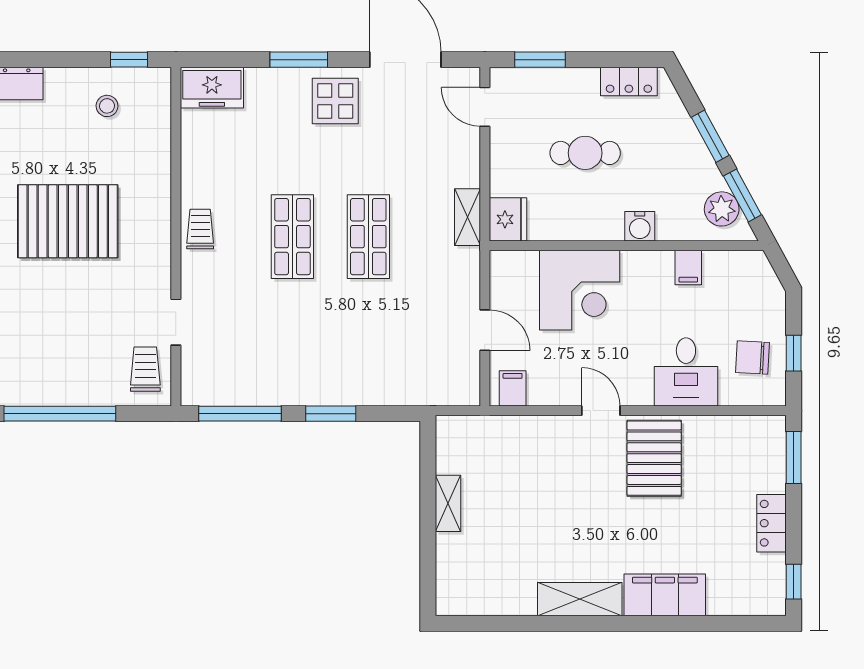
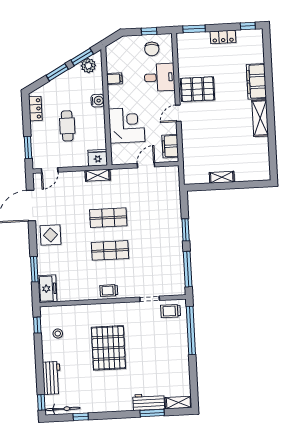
window: (299, 60) -> (34, 269), moved
filing cabinet: (513, 388) -> (170, 146), width x2.00
window: (60, 414) -> (191, 330), moved

